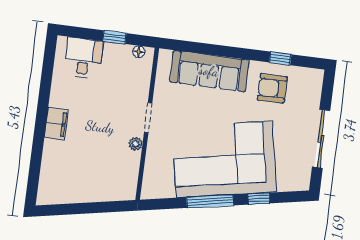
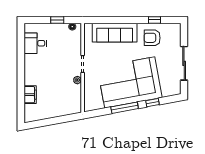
desk: (83, 58) -> (35, 43), moved, turned -90
filing cabinet: (56, 124) -> (30, 95), moved

